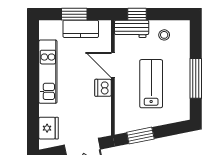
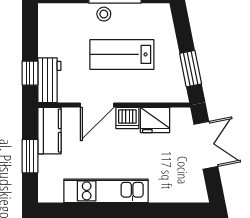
kitchen counter: (81, 29) -> (49, 131), moved
stool: (164, 35) -> (104, 14), moved
fridge: (49, 128) -> (155, 120), moved, turned 180

